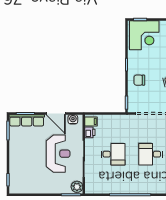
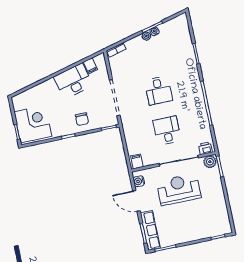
door: (56, 114) -> (136, 201), swing flipped
printer: (90, 132) -> (205, 148), moved

